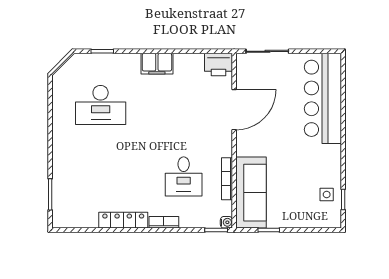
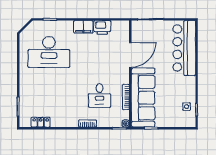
printer: (218, 65) -> (102, 27), moved
desk: (101, 105) -> (49, 52), width x1.36, depth x1.30
sofa: (251, 193) -> (143, 98), width x1.36, depth x1.27
locker: (123, 220) -> (41, 122), moved, width x0.66

